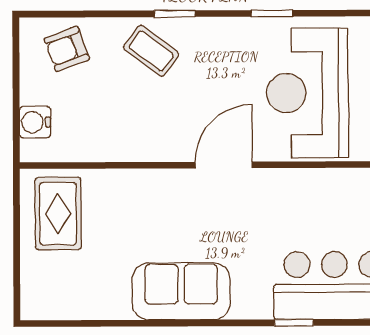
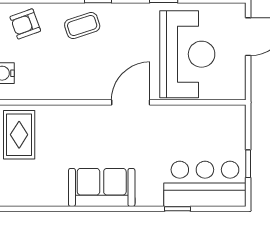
coffee table: (151, 51) -> (82, 26), turned -55
reception desk: (308, 93) -> (187, 54), turned 180

